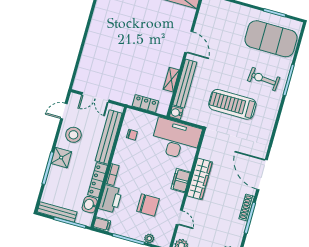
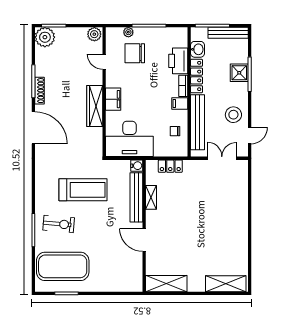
shower: (61, 158) -> (239, 73), moved
chair: (148, 205) -> (135, 53), moved
filing cabinet: (102, 224) -> (180, 103), moved

